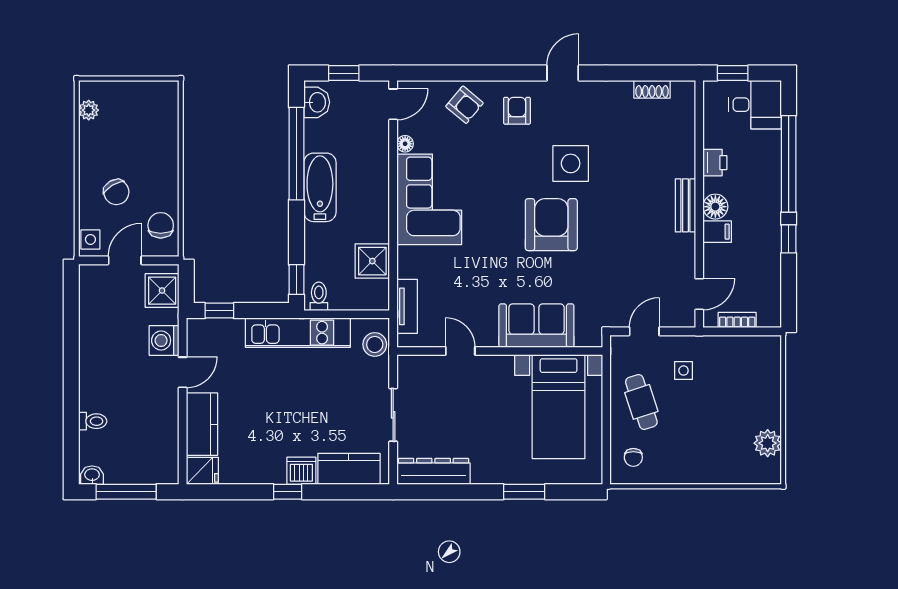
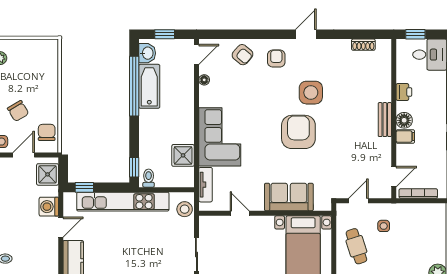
bathtub: (320, 187) -> (149, 86), moved
corner sofa: (429, 199) -> (220, 137), moved
bookcase: (737, 320) -> (418, 193), width x1.56
kitchen unit: (298, 333) -> (123, 202), width x1.36

